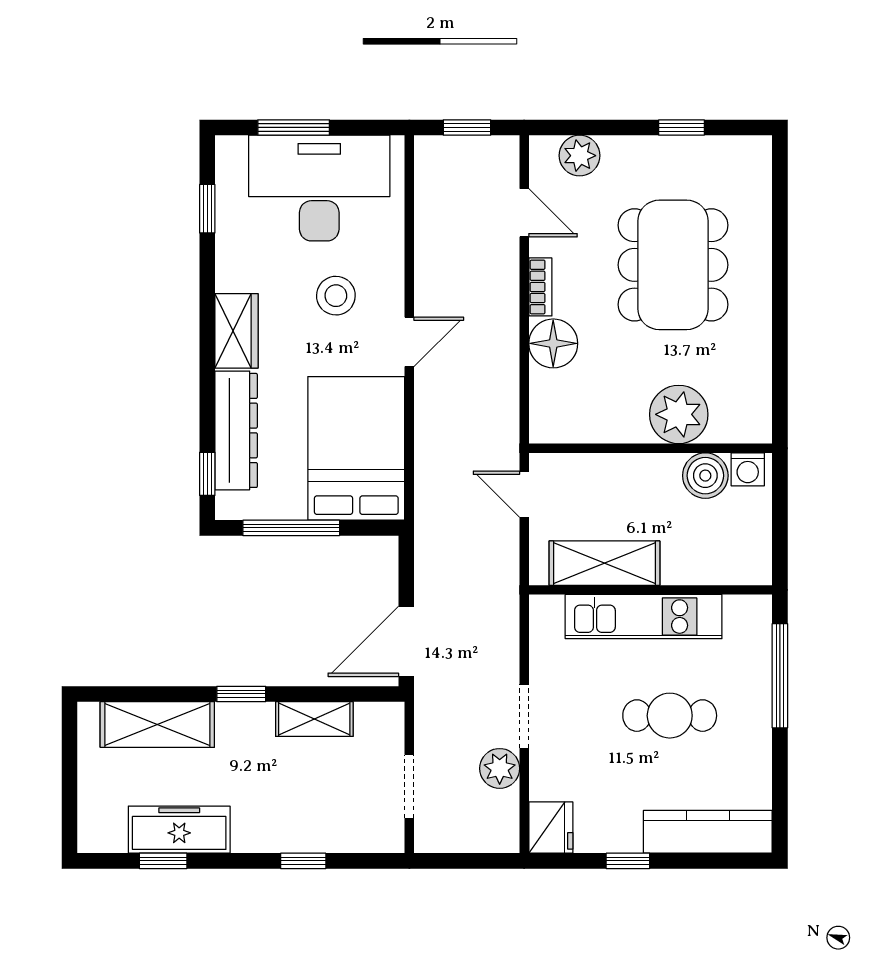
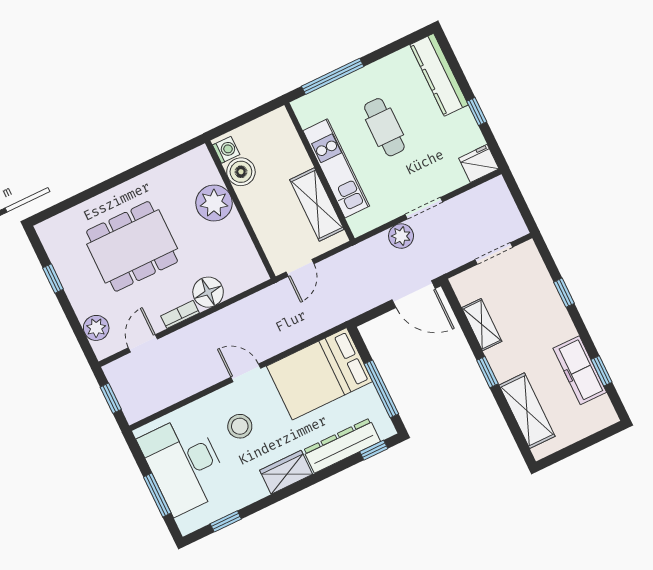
plant: (500, 768) -> (401, 236), moved

